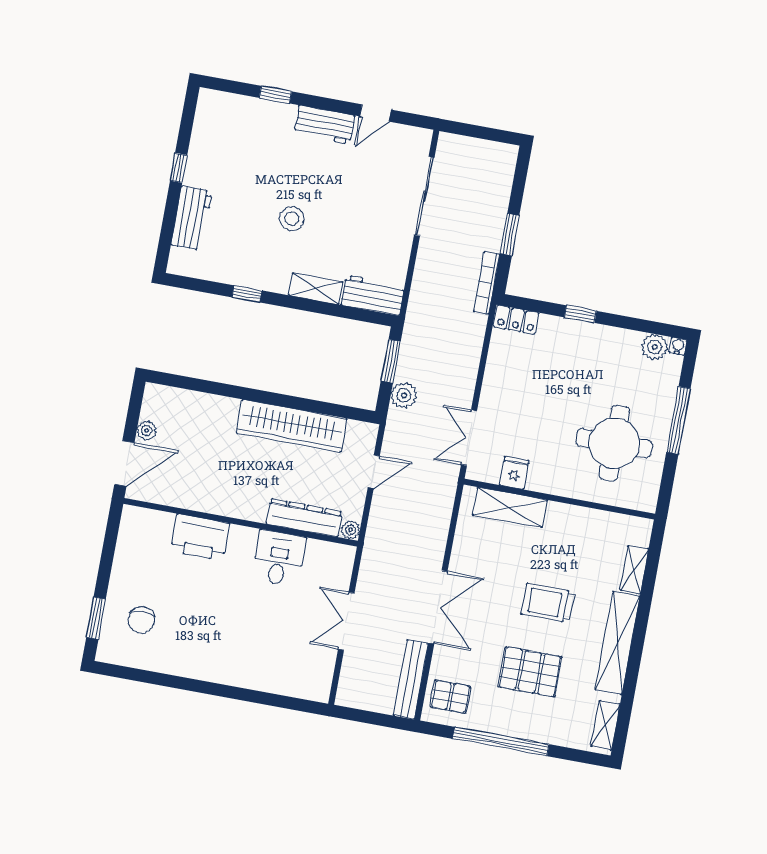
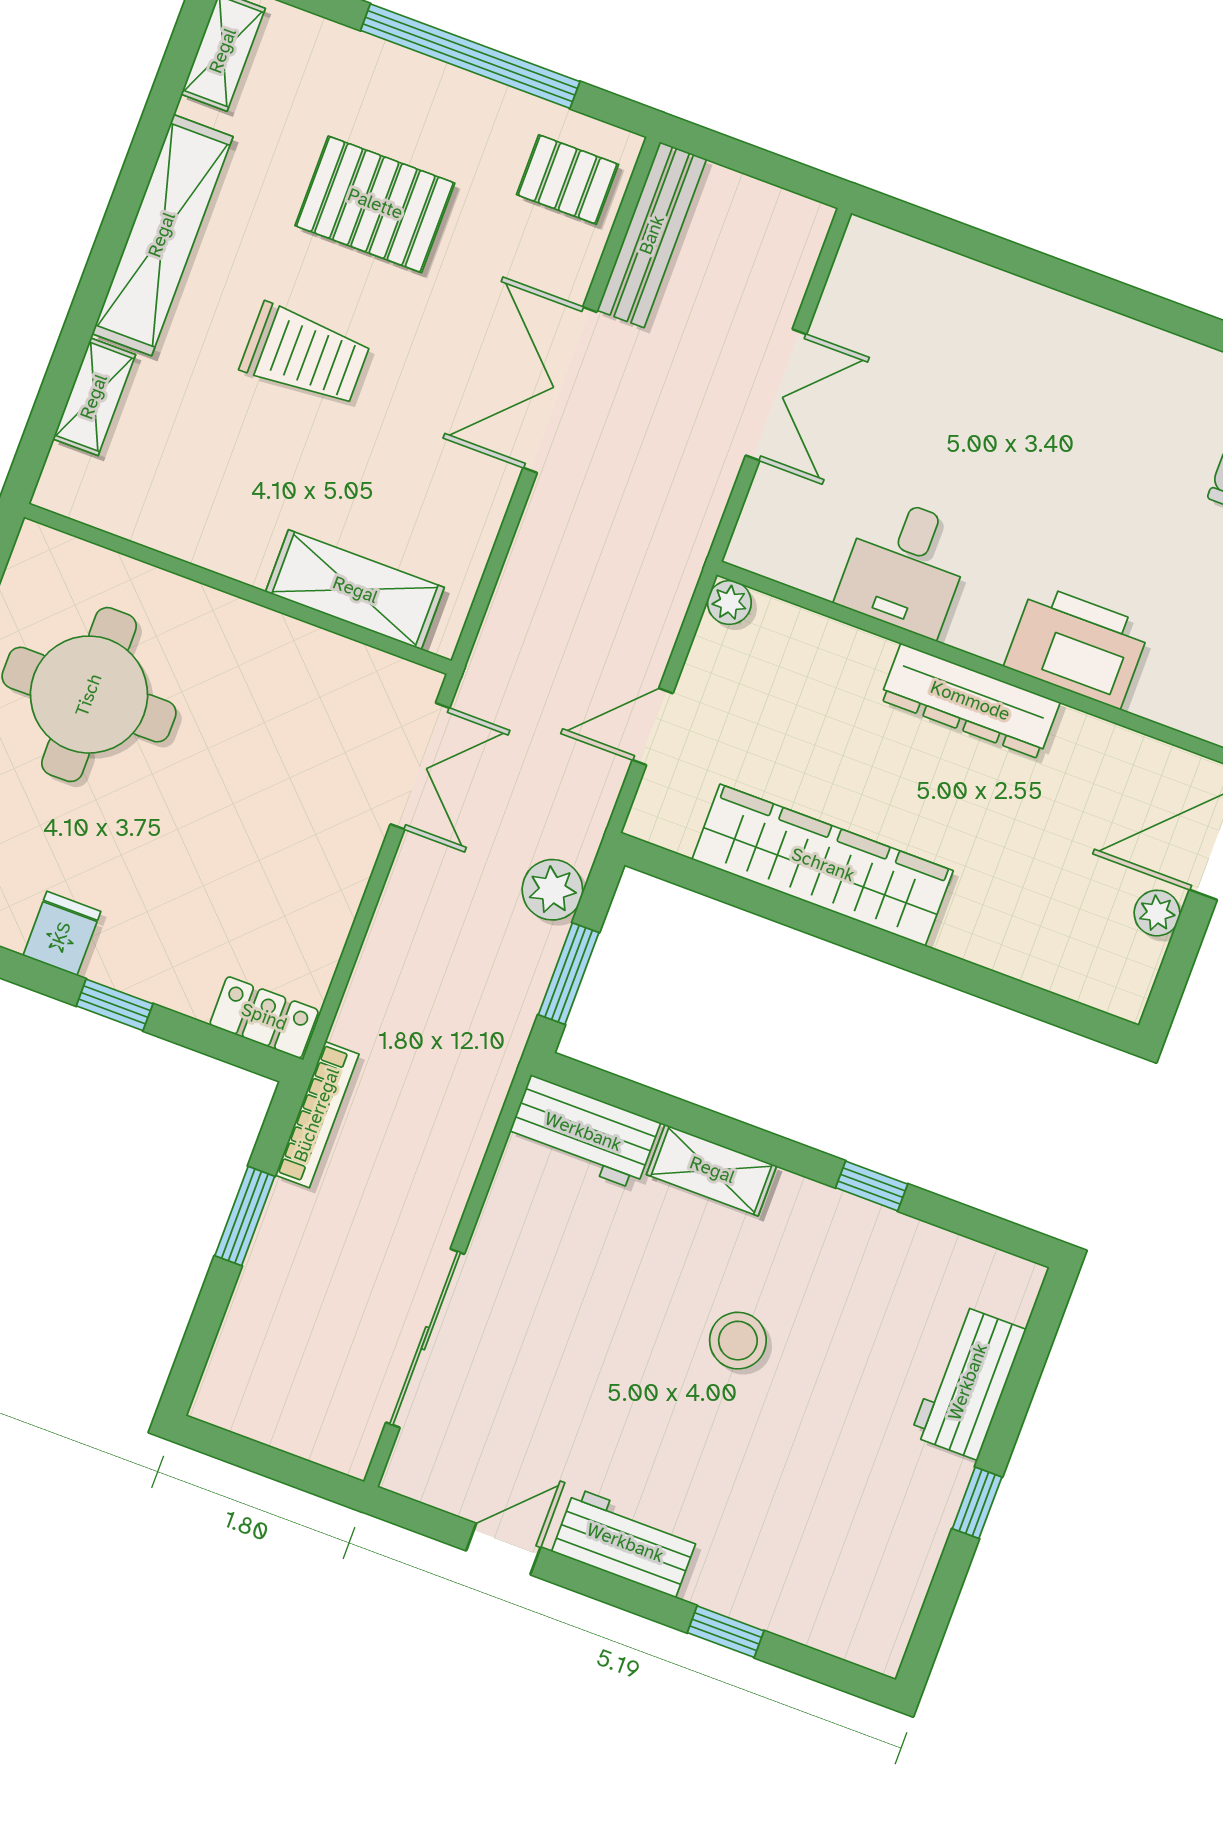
fridge: (514, 473) -> (62, 933), moved, turned 180
dresser: (304, 518) -> (970, 701), moved

